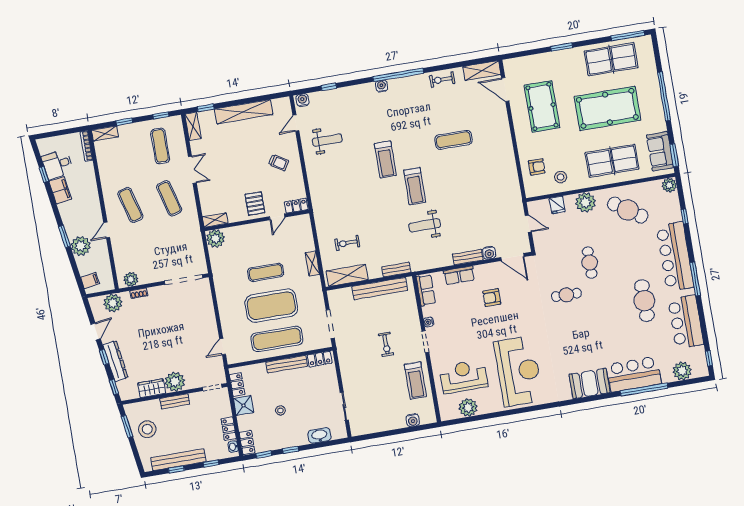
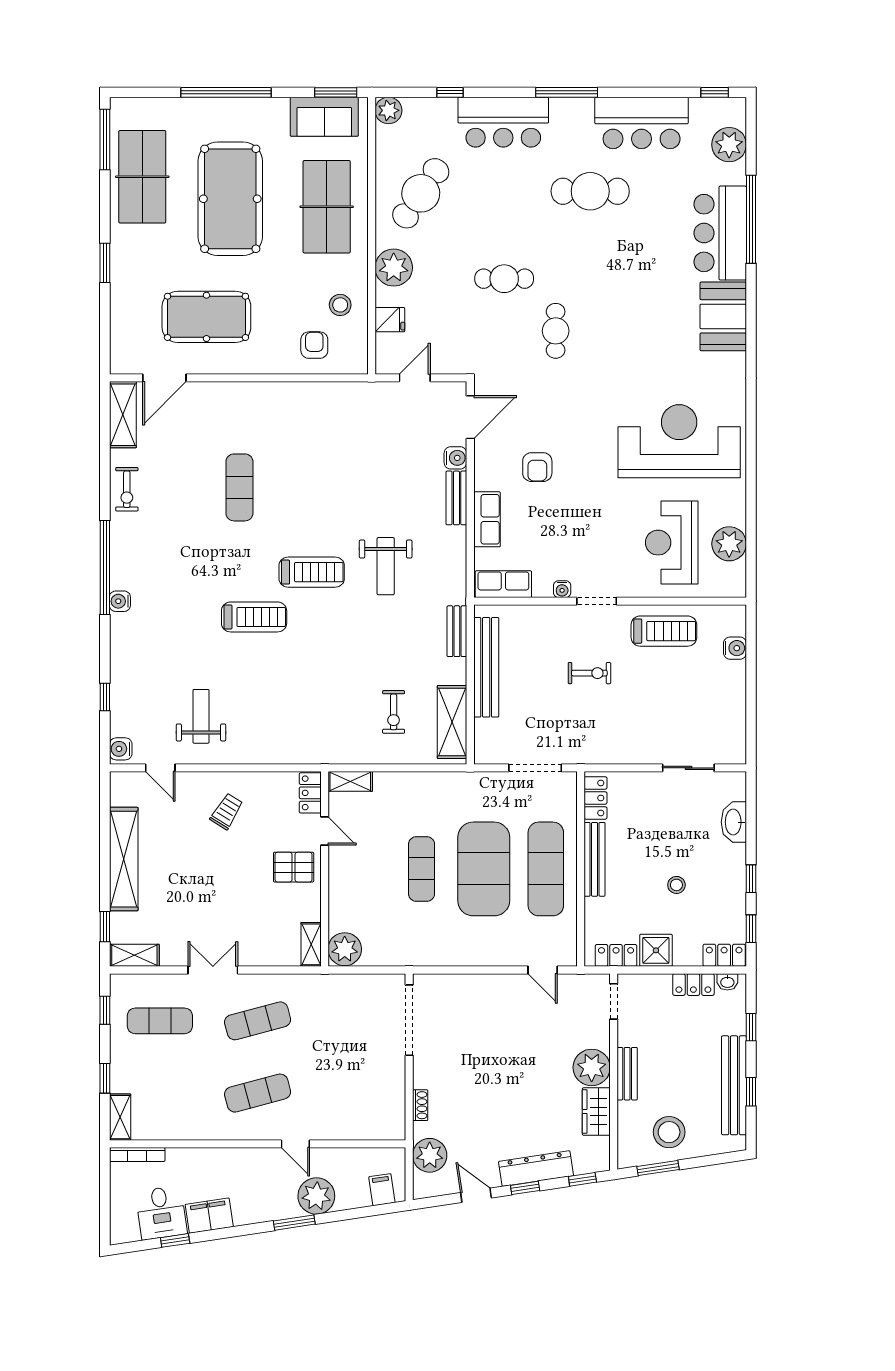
bar counter: (675, 257) -> (503, 122), width x0.73
shelving: (312, 264) -> (350, 781), moved
plant: (131, 279) -> (392, 1115), removed

